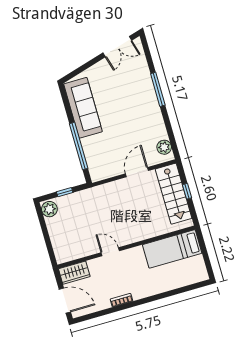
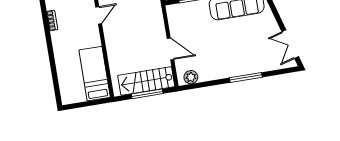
window: (187, 191) -> (147, 94), width x2.17

